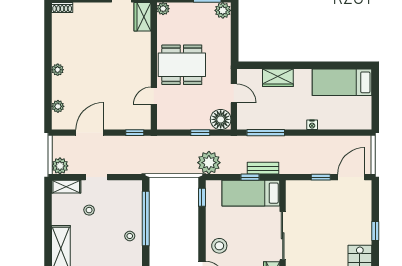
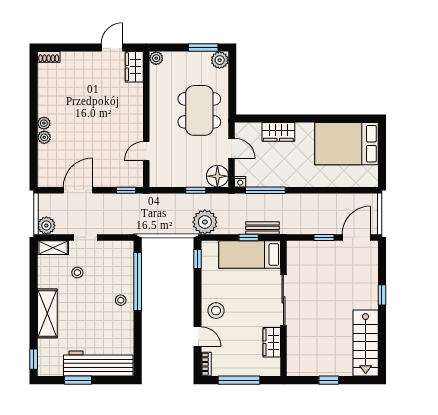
dining table: (182, 65) -> (199, 110), moved, turned 90
bed: (342, 82) -> (346, 144), width x1.50
plant: (58, 106) -> (44, 137), moved
nightstand: (312, 125) -> (240, 182), moved

